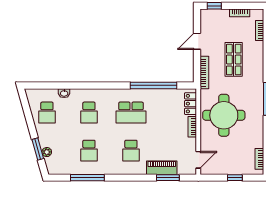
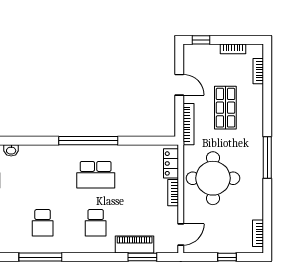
door: (197, 41) -> (179, 85), swing flipped
window: (153, 85) -> (88, 141), moved
school desk: (89, 113) -> (43, 175), removed

